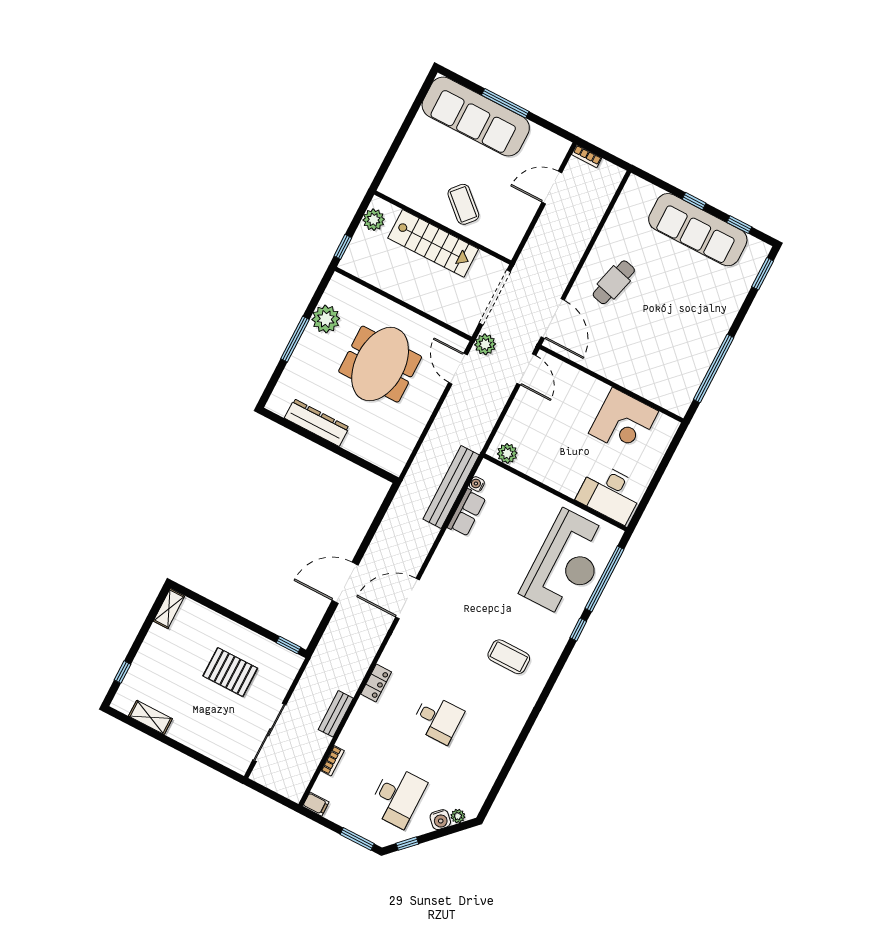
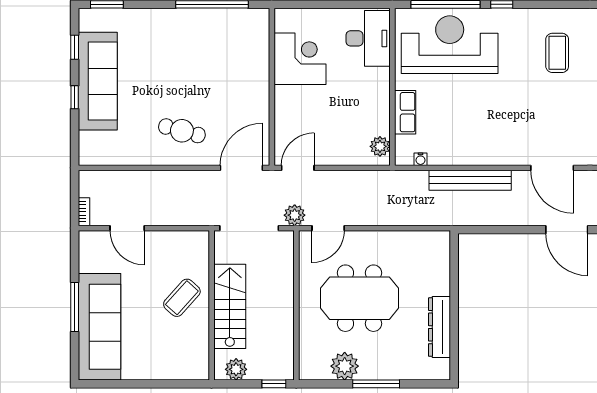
bench: (451, 487) -> (470, 180), moved
row of seats: (467, 513) -> (405, 112), moved, turned 90

